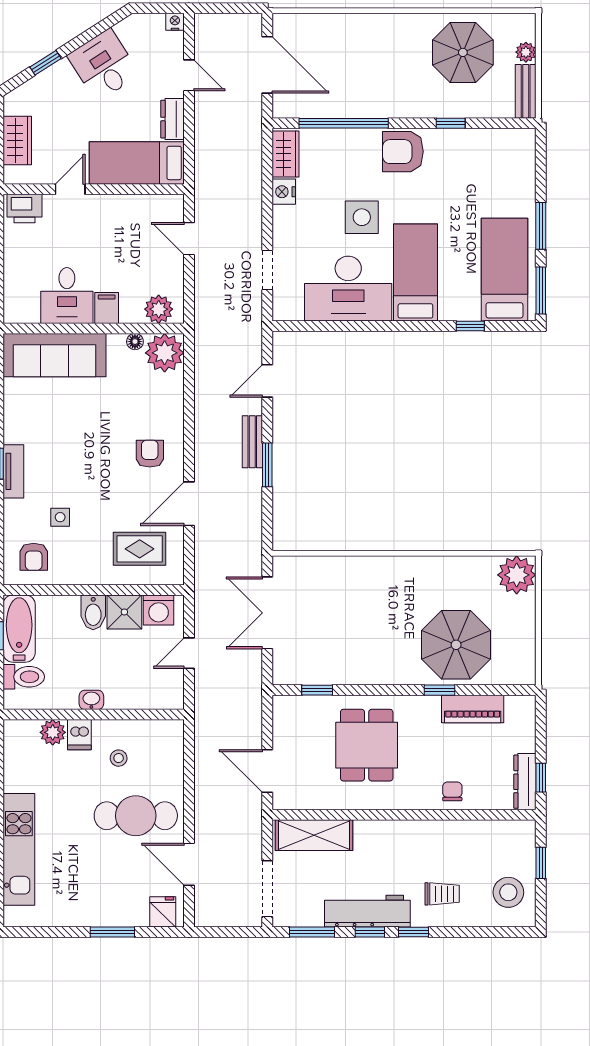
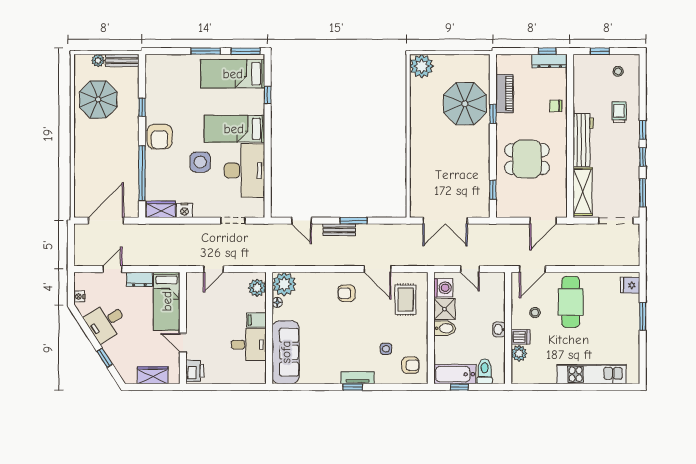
nightstand: (175, 22) -> (79, 297), moved
door: (189, 864) -> (532, 269), moved
stool: (508, 892) -> (618, 71), width x0.53, depth x0.53
workbench: (367, 911) -> (583, 140), moved, turned 180

